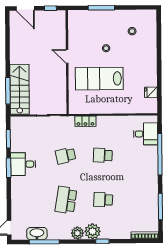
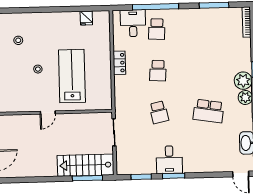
lab bench: (99, 79) -> (72, 76), turned 180
locker: (85, 121) -> (119, 63), moved
school desk: (103, 200) -> (157, 29), moved

